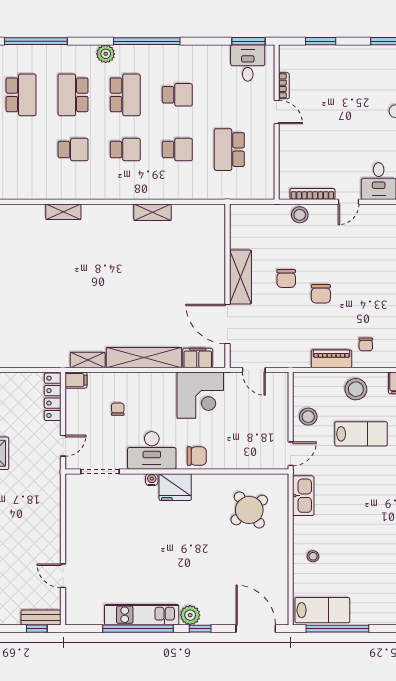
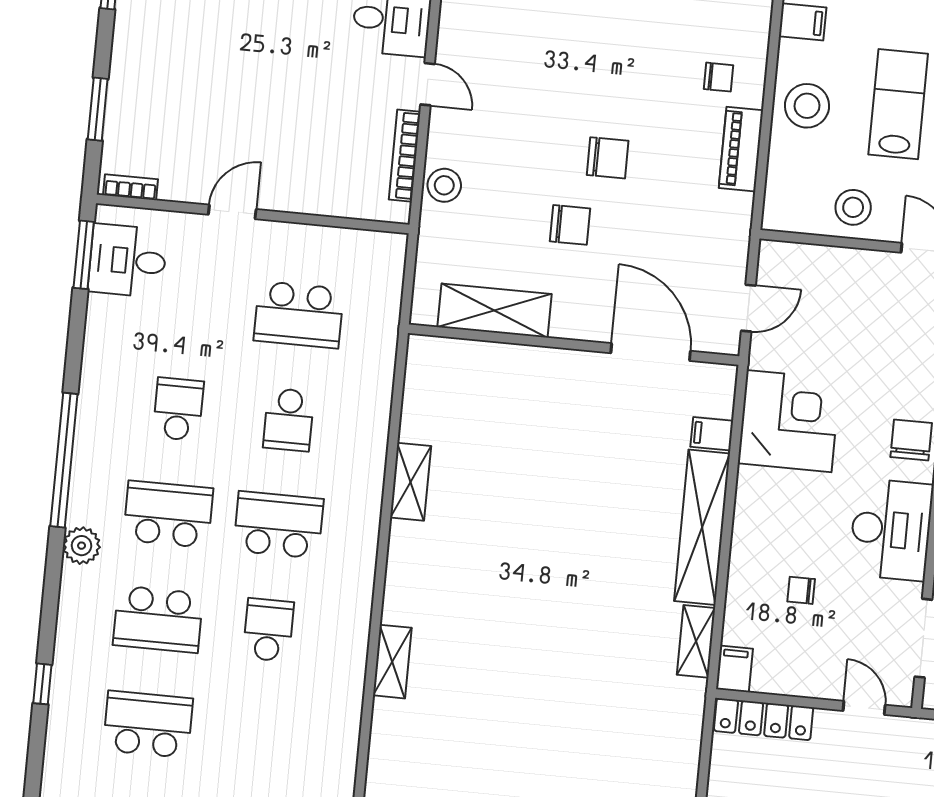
window: (36, 41) -> (42, 684), width x0.32
bookcase: (284, 86) -> (131, 187), moved
school desk: (125, 150) -> (279, 525), width x1.85
school desk: (177, 150) -> (289, 420), turned 180
shelving: (241, 277) -> (495, 311), moved
door: (228, 324) -> (651, 352), swing flipped
filing cabinet: (198, 358) -> (712, 434), width x0.50

